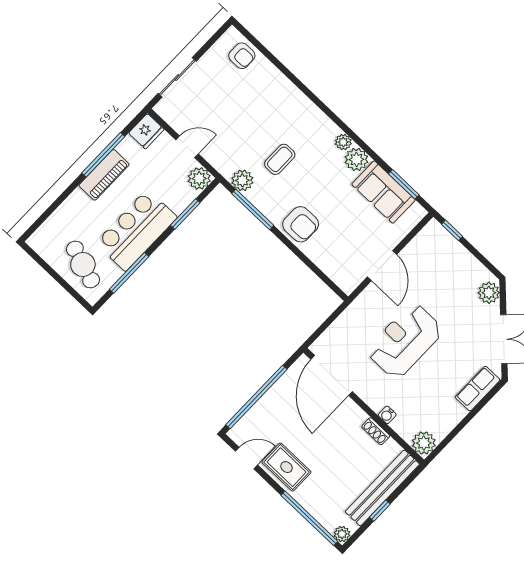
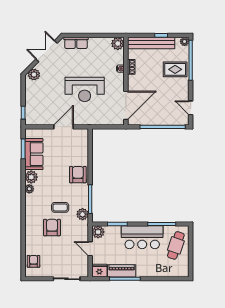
armchair: (263, 123) -> (52, 228), added
piano: (104, 175) -> (122, 271), moved
rug: (287, 467) -> (175, 69), moved, turned 90

